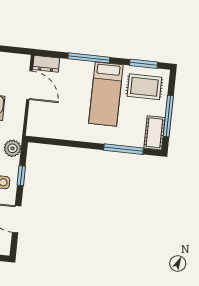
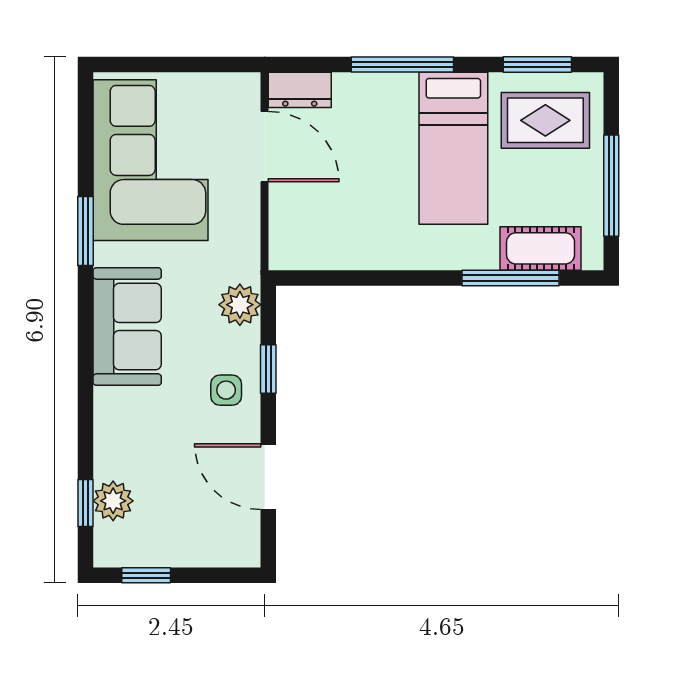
cot: (154, 133) -> (541, 248), moved, turned 90

